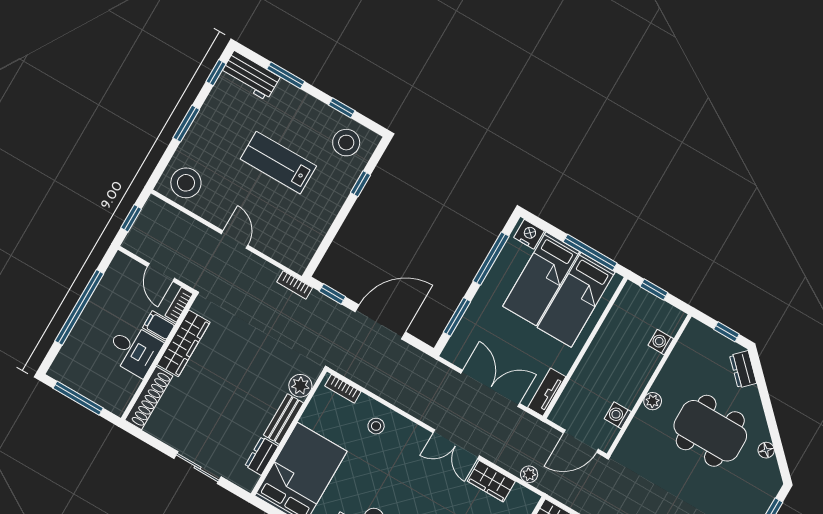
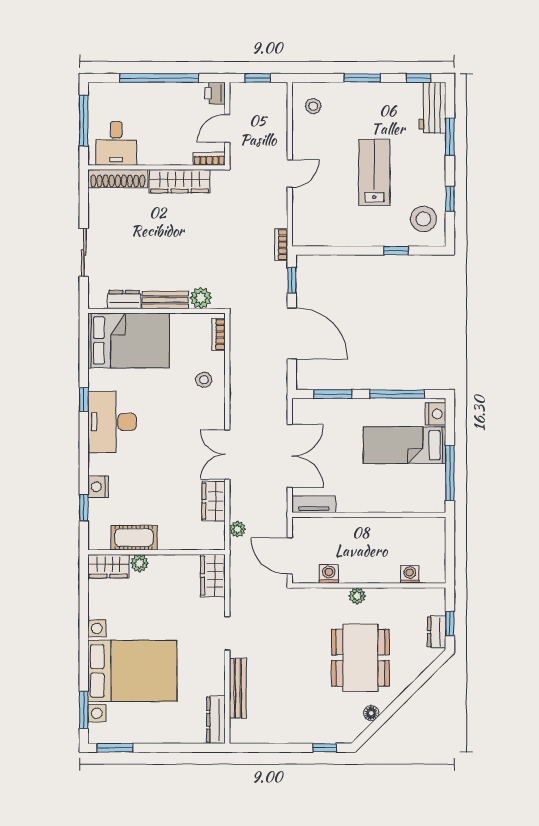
stool: (186, 183) -> (313, 106), width x0.53, depth x0.53
printer: (123, 265) -> (215, 93), added
window: (654, 289) -> (450, 543), removed
bed: (576, 300) -> (404, 484), removed
filing cabinet: (159, 326) -> (182, 153), removed
desk: (134, 350) -> (116, 143), moved
dresser: (743, 369) -> (437, 632), moved, turned -45

